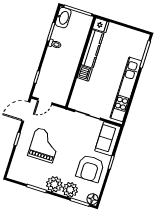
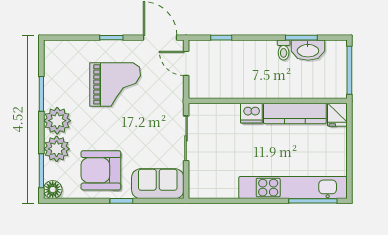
washbasin: (63, 18) -> (308, 50), moved
kitchen unit: (126, 89) -> (293, 188), moved

